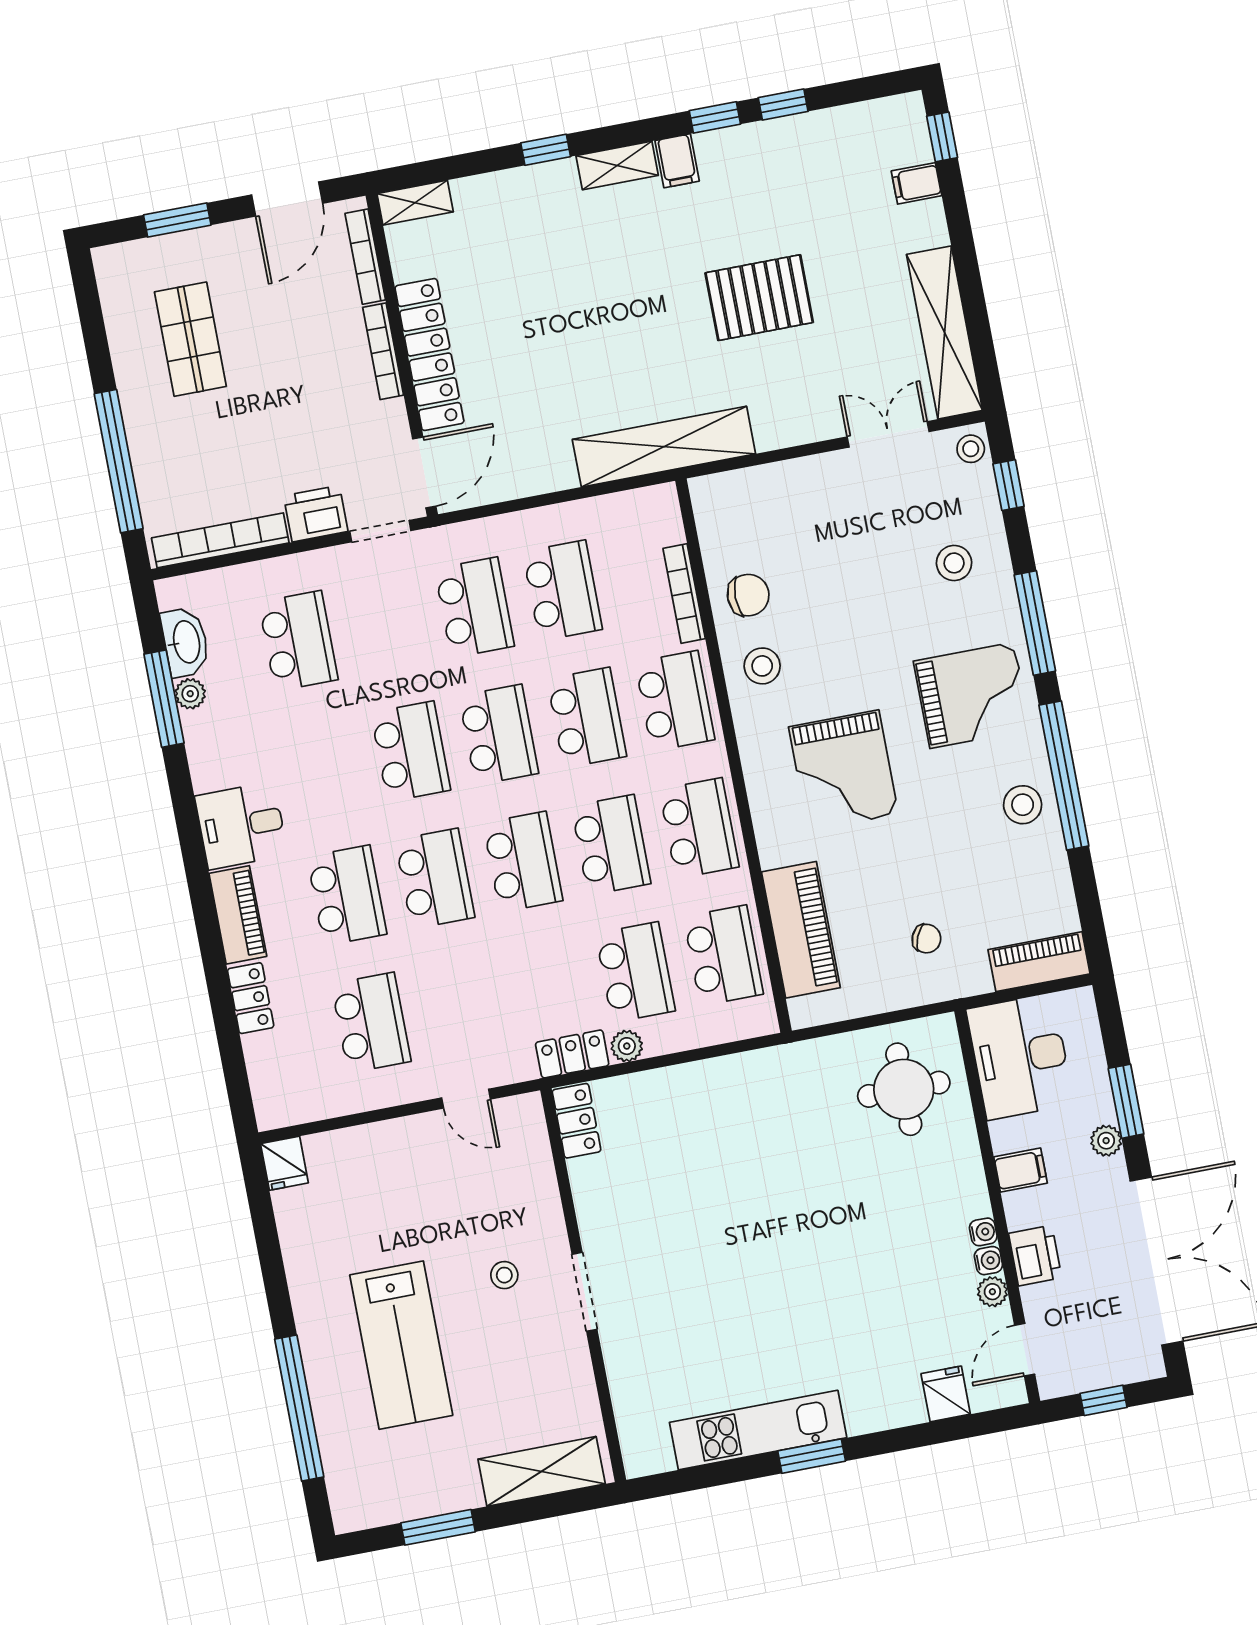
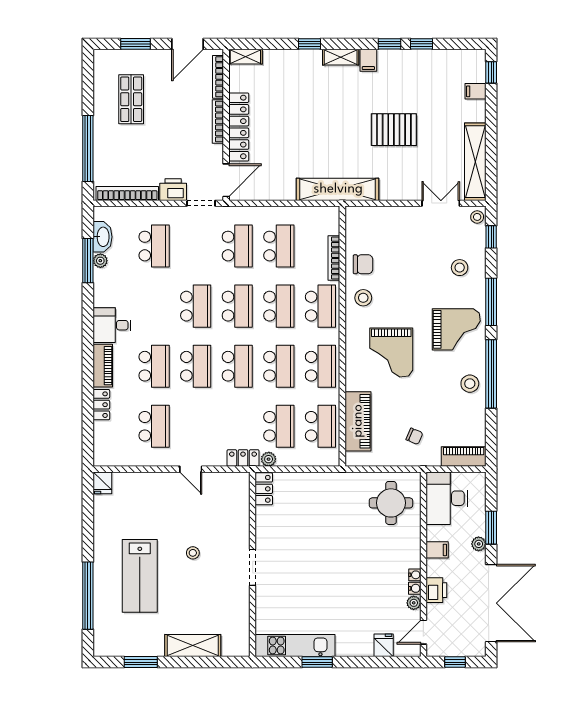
locker: (577, 1121) -> (264, 489), moved
wall: (583, 1285) -> (253, 564), moved
doorway: (584, 1292) -> (253, 567), moved

